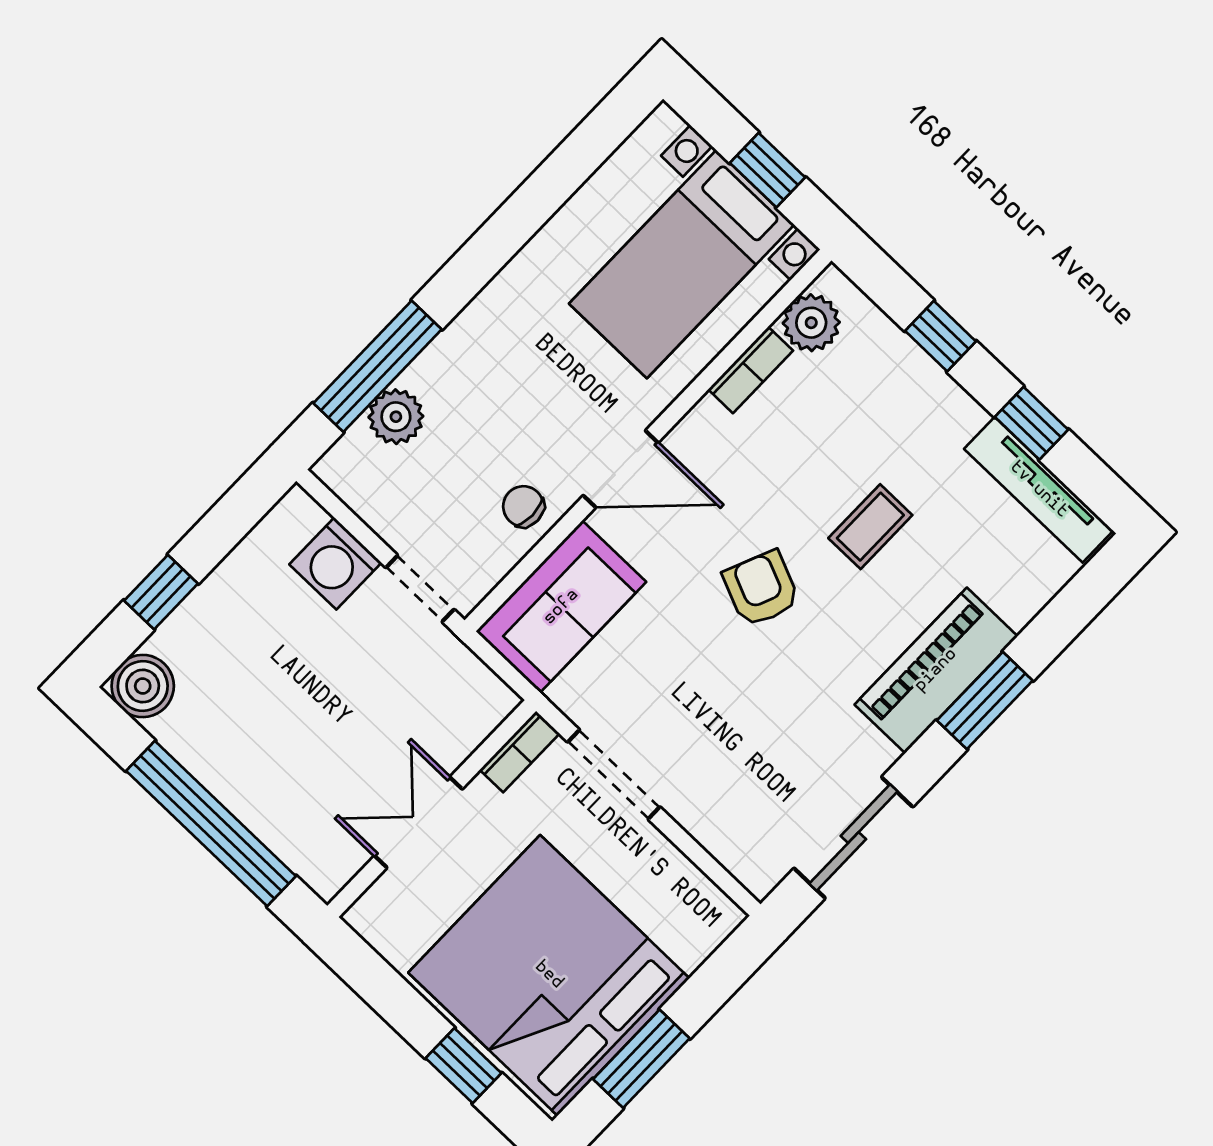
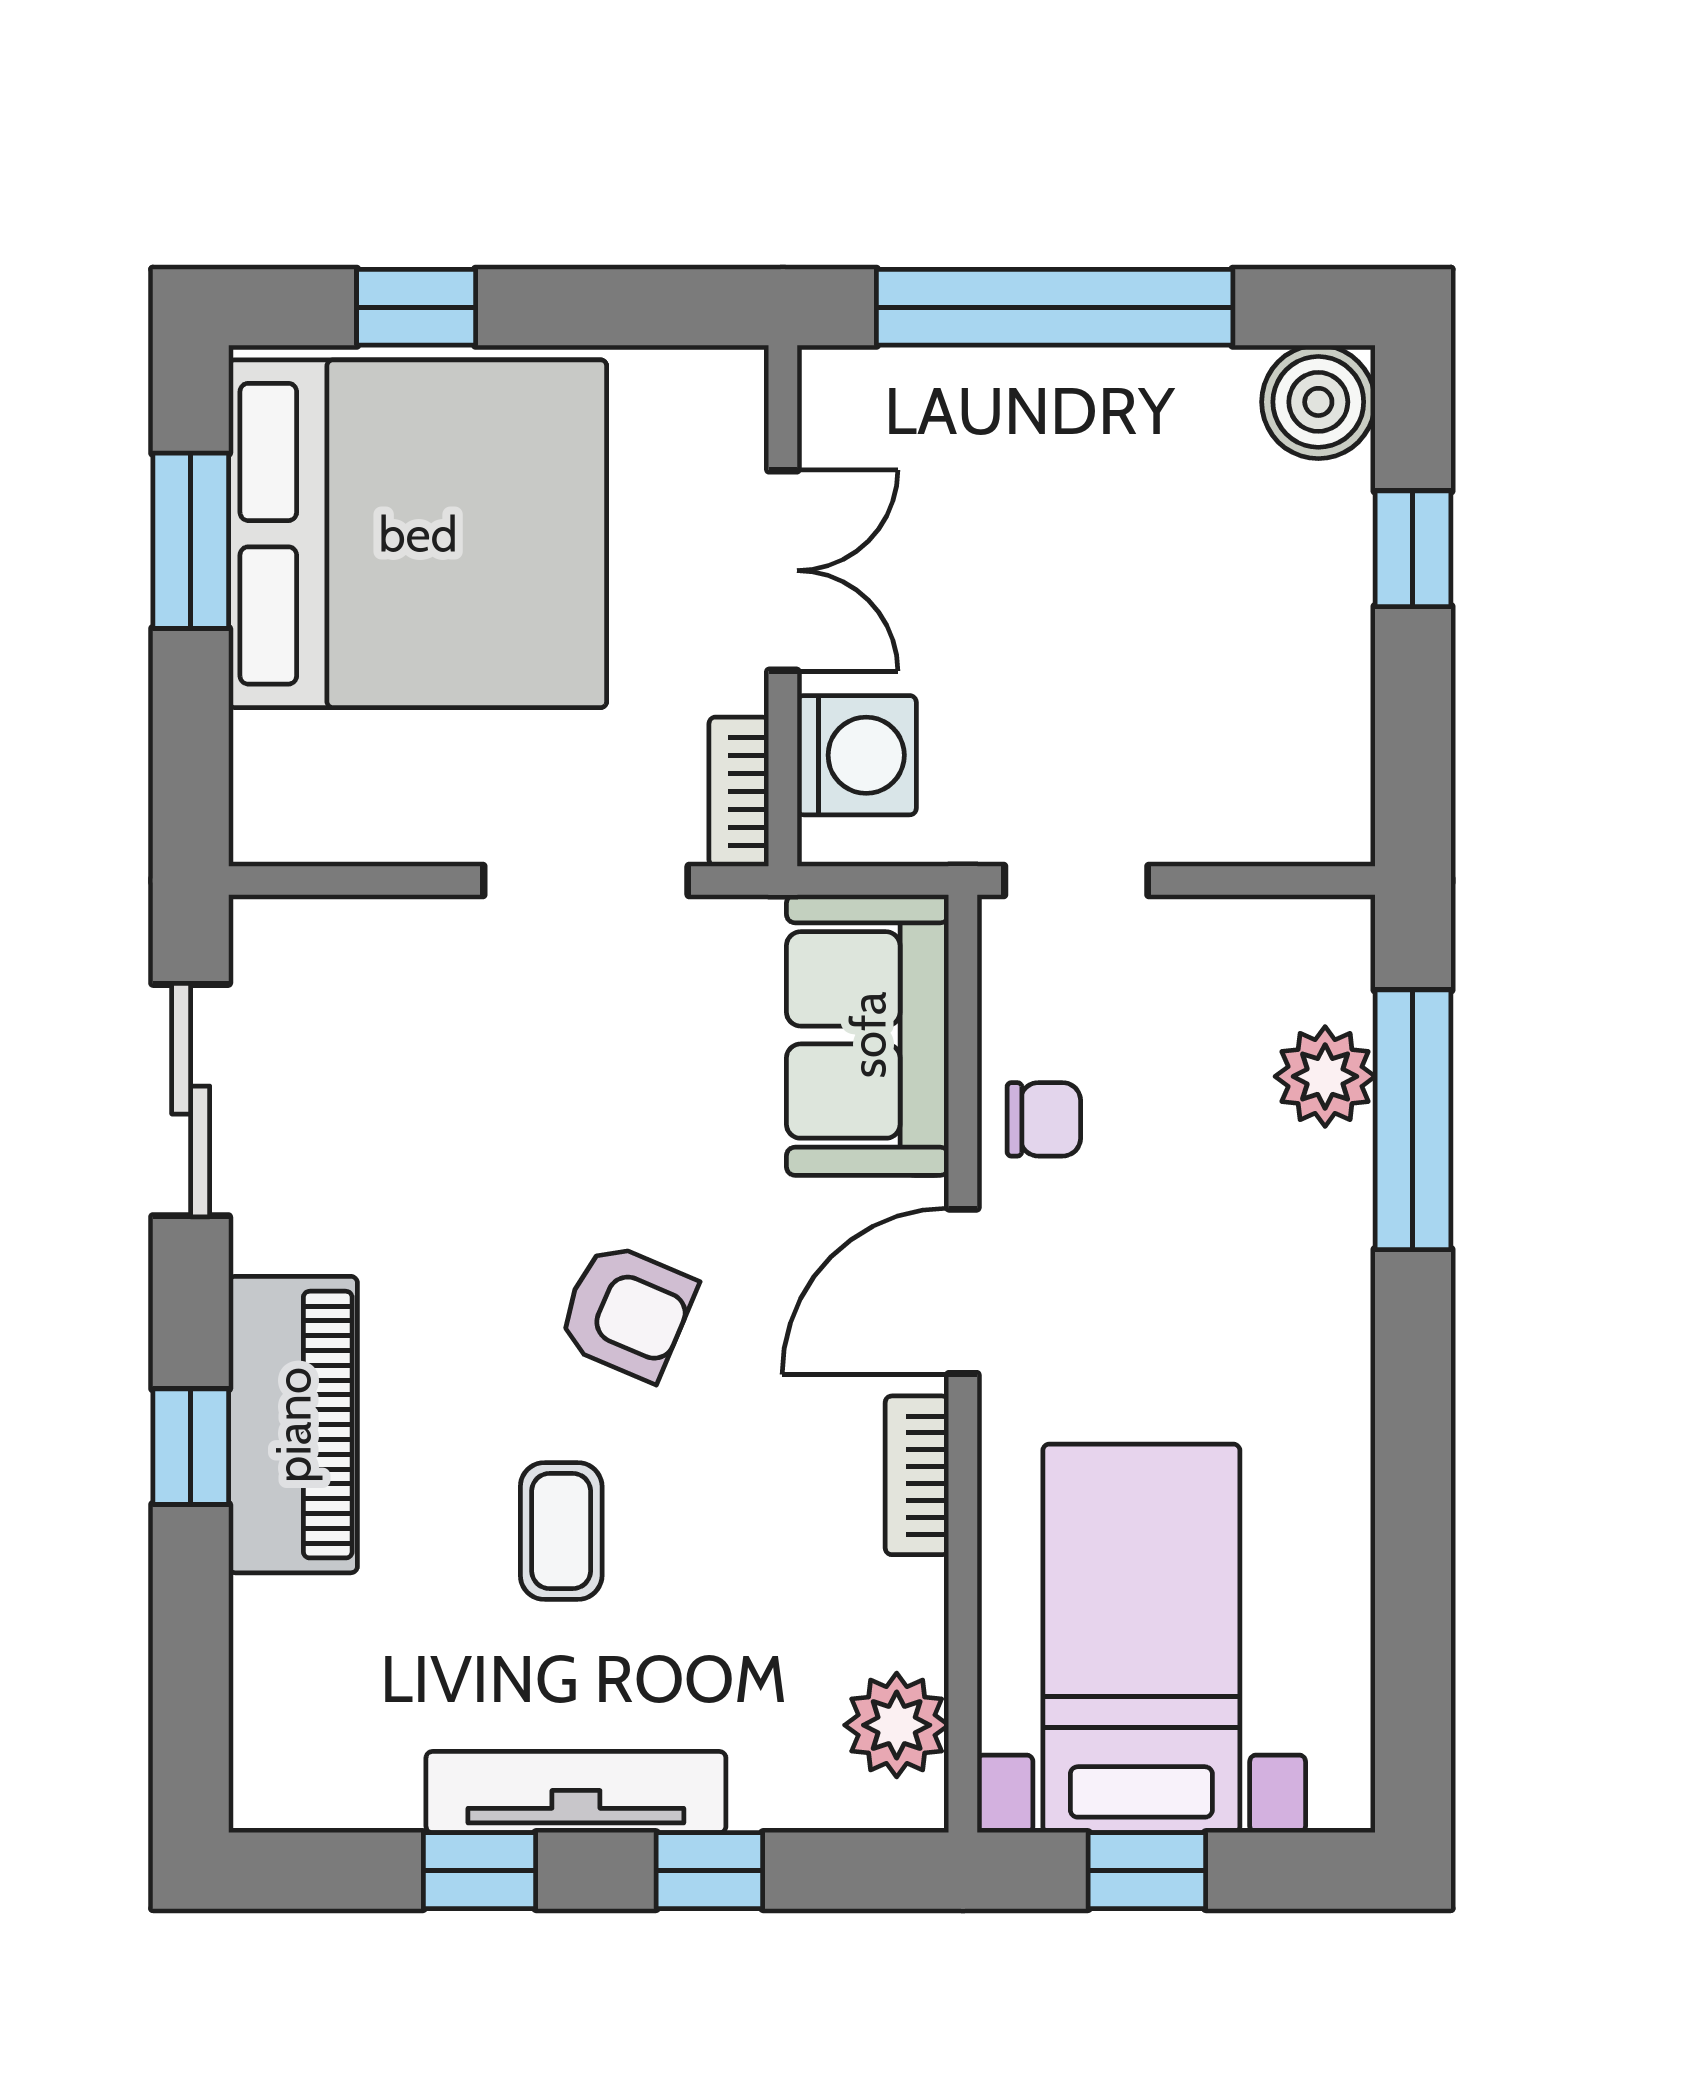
bookcase: (751, 370) -> (917, 1475), moved
tv unit: (1039, 490) -> (576, 1792), moved
washing machine: (335, 563) -> (857, 755), moved, turned 90
window: (985, 701) -> (191, 1447), width x0.67

